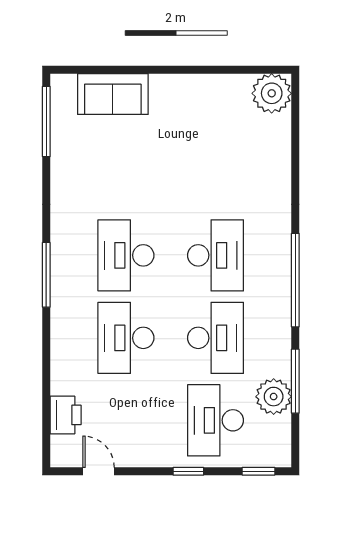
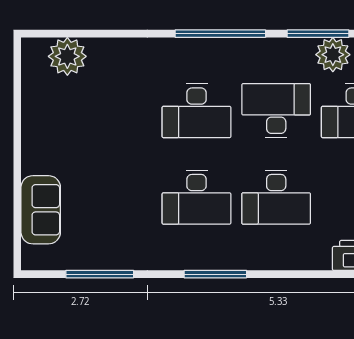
plant: (272, 93) -> (67, 56), moved
window: (46, 122) -> (100, 274), moved
desk: (216, 255) -> (197, 111), turned 180

